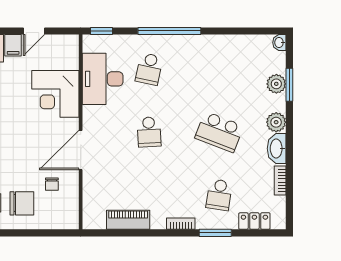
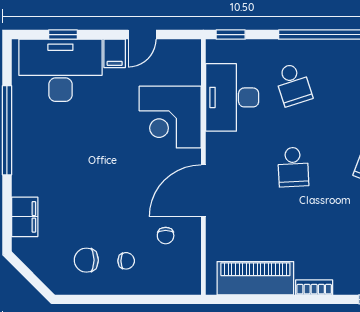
school desk: (149, 69) -> (293, 84), turned -30
chair: (22, 203) -> (126, 261), width x0.54, depth x0.54
piano: (128, 220) -> (255, 278), width x1.37, depth x1.33
bookcase: (181, 224) -> (314, 287), moved

